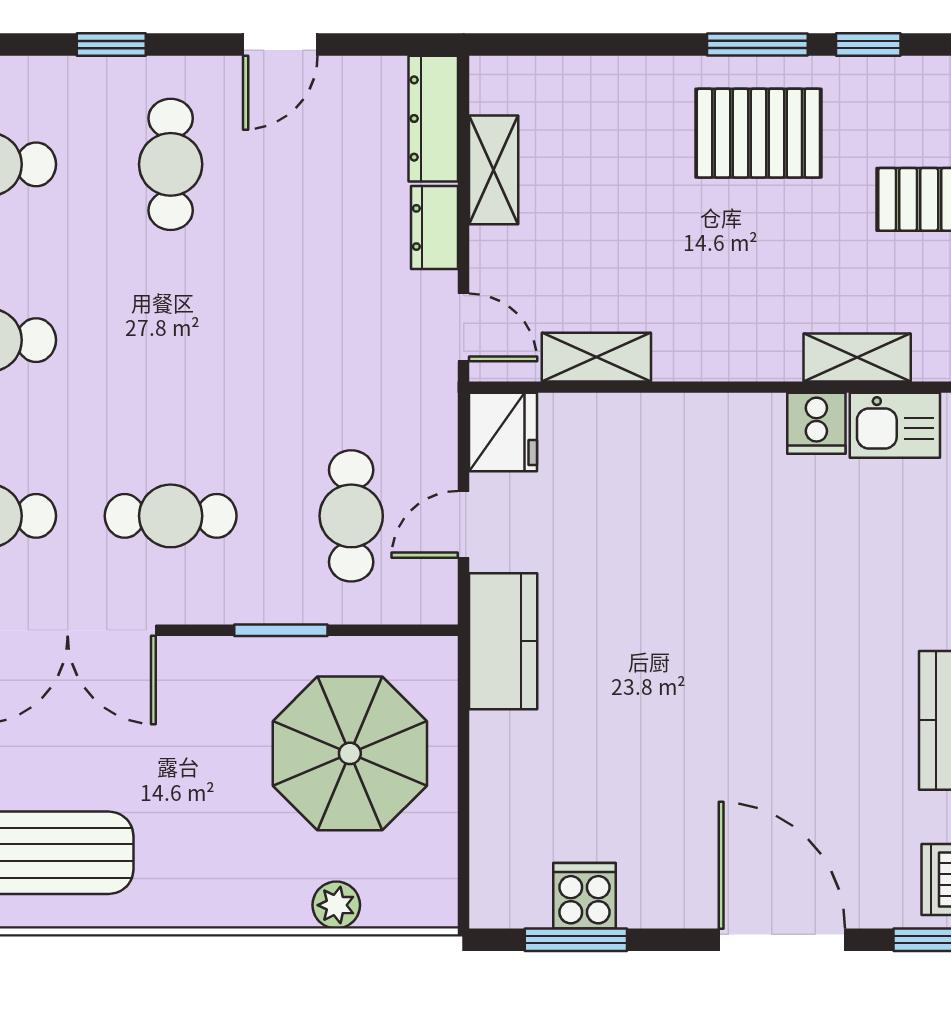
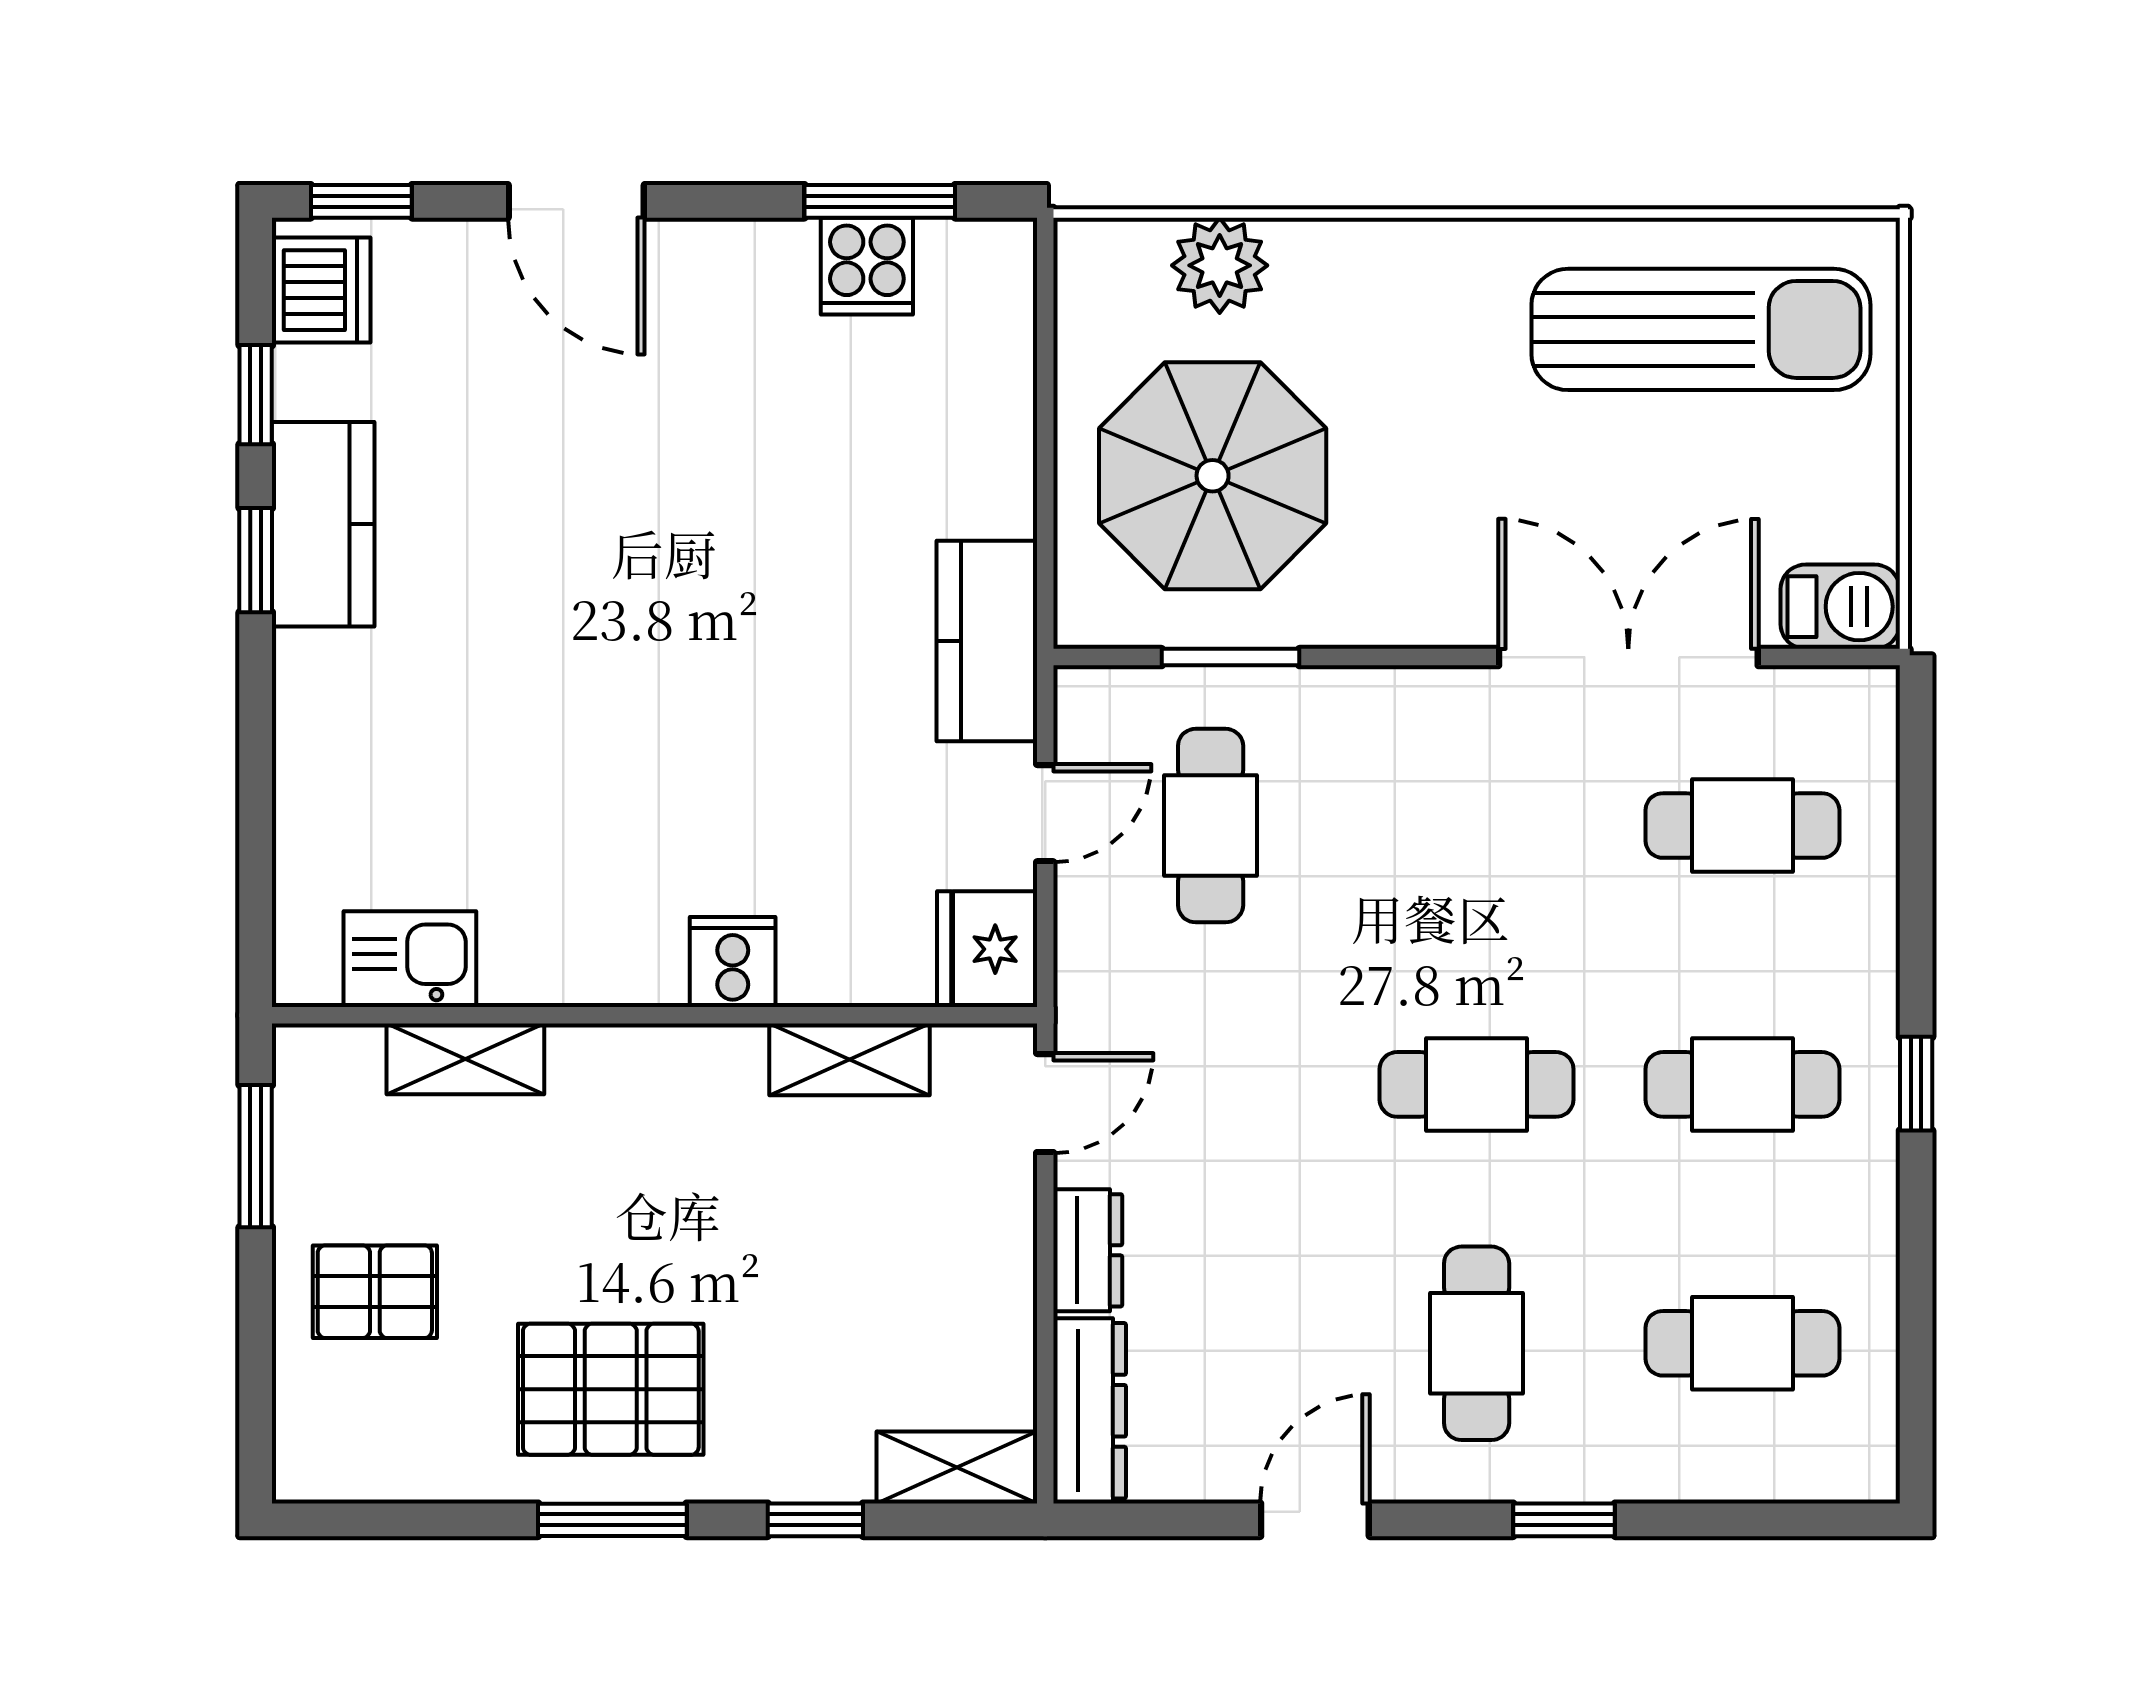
window: (868, 44) -> (815, 1520), moved
shelving: (494, 170) -> (957, 1467), moved, turned 90
door: (464, 327) -> (1045, 1103), swing flipped
cooker: (816, 423) -> (733, 962), moved
cafe table: (171, 516) -> (1477, 1084), moved
window: (281, 630) -> (1231, 657), moved
plant: (336, 905) -> (1220, 265), width x1.38, depth x1.38
door: (782, 940) -> (576, 201), width x0.73

